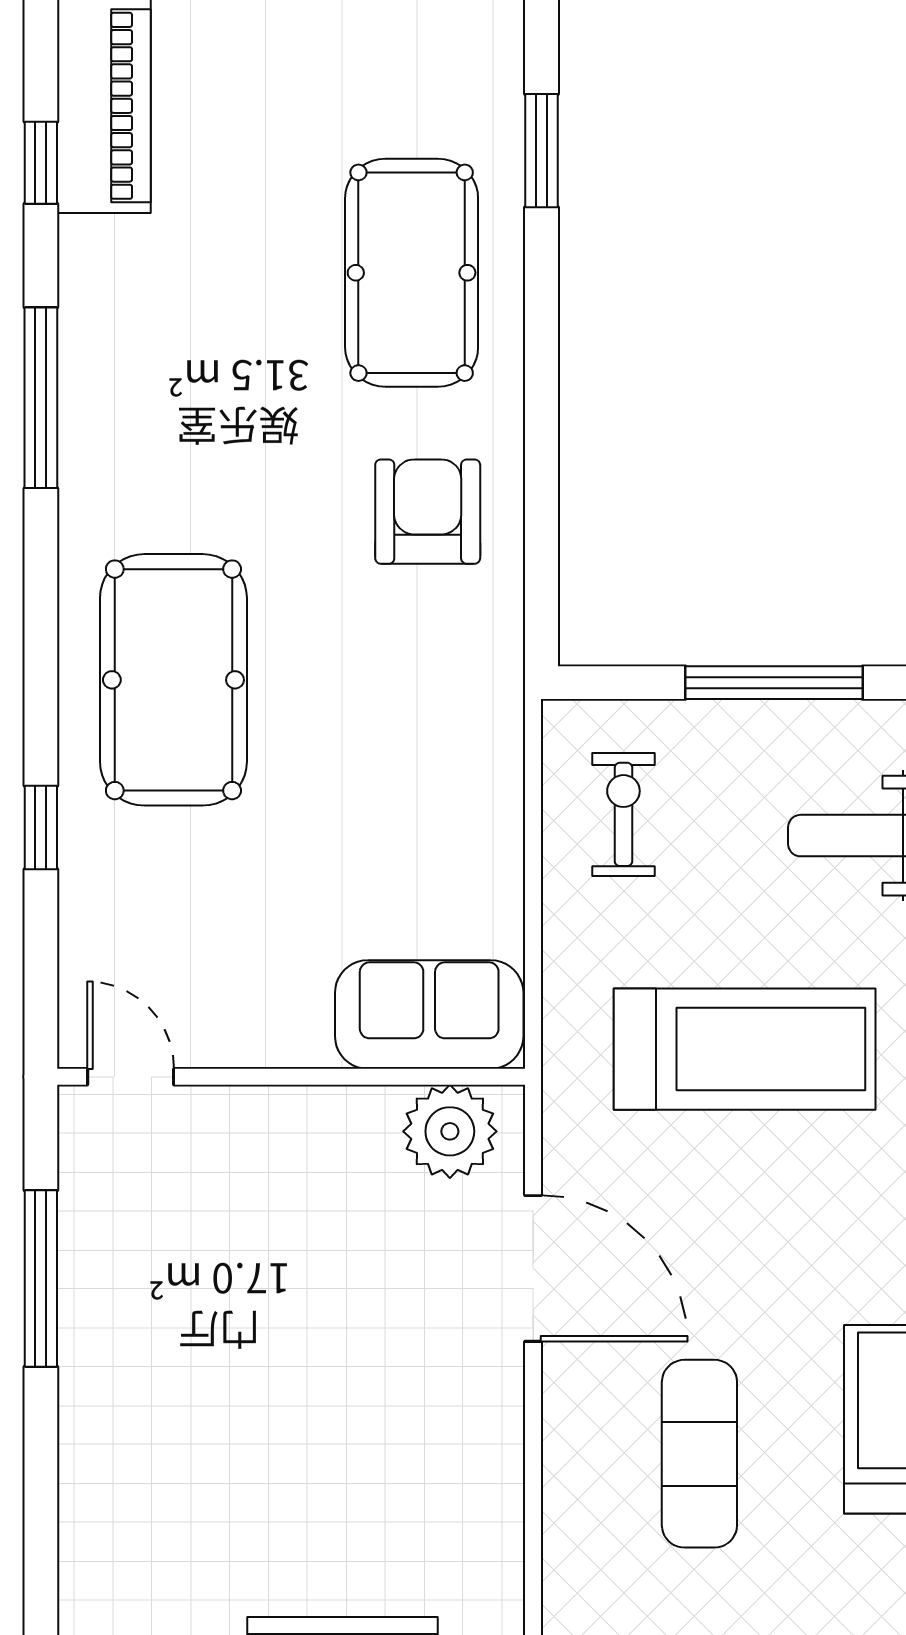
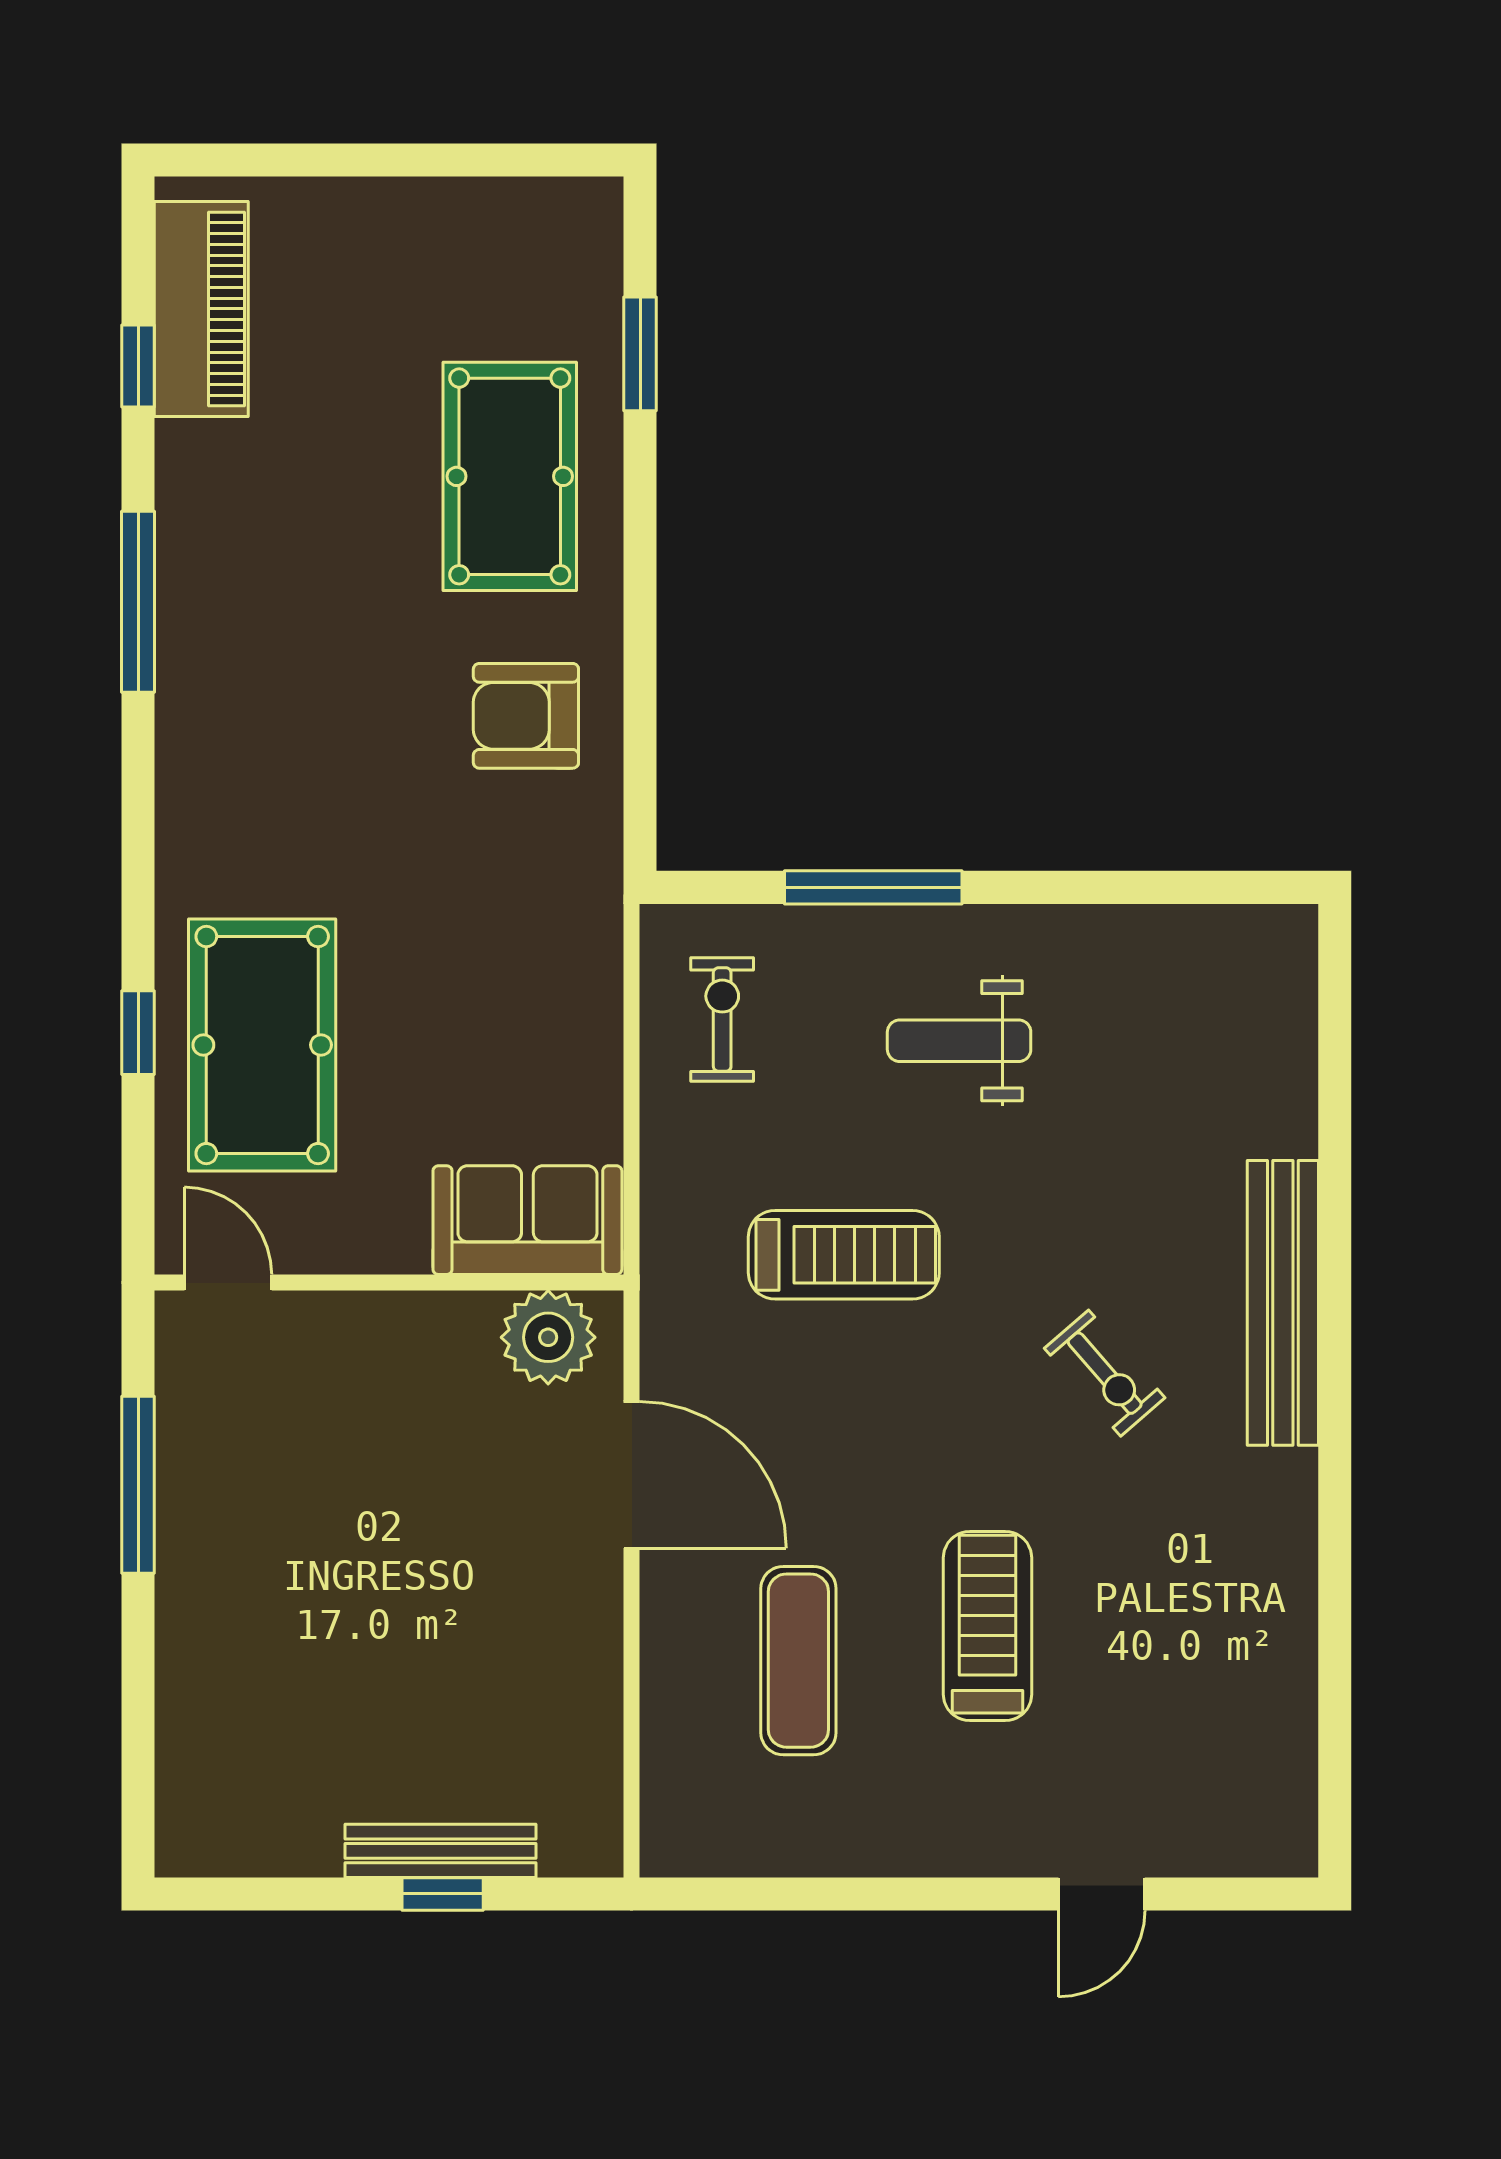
armchair: (428, 512) -> (526, 716), turned -90
pool table: (173, 680) -> (262, 1045), moved
treadmill: (745, 1049) -> (844, 1255), width x0.73, depth x0.73

